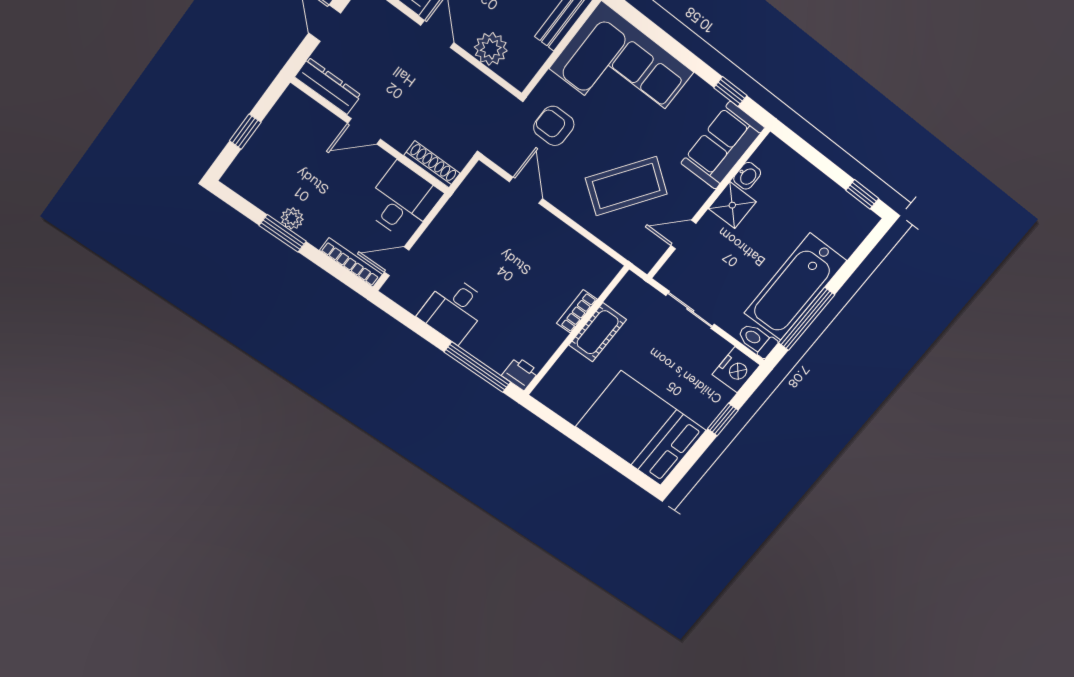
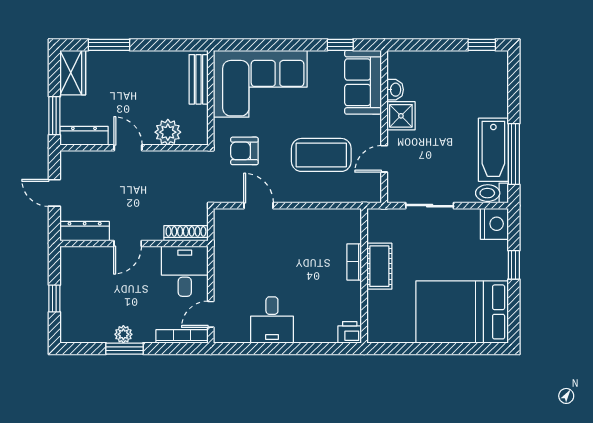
coffee table: (626, 186) -> (321, 155), turned 54
bathtub: (795, 287) -> (493, 150), width x0.73, depth x0.73
window: (477, 367) -> (317, 349), removed

